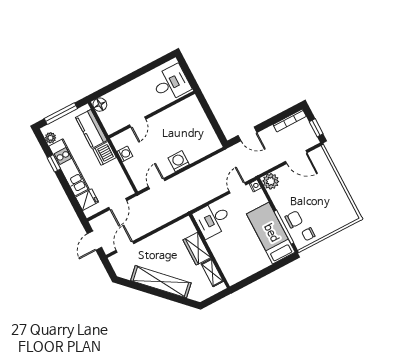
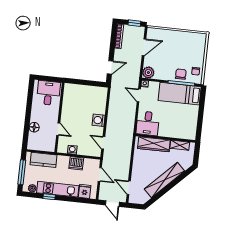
floor lamp: (100, 105) -> (34, 127), moved
dishwasher: (105, 153) -> (76, 163), moved
wardrobe: (197, 249) -> (154, 144), width x1.50

